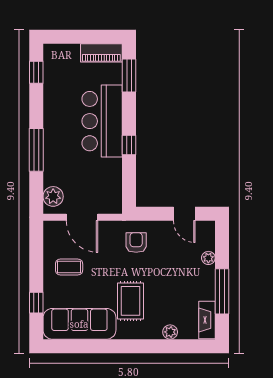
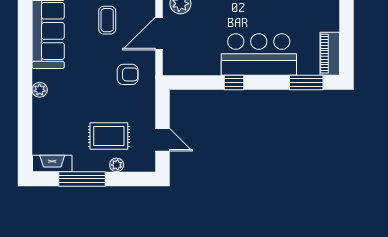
door: (184, 214) -> (163, 140), swing flipped
armchair: (136, 243) -> (128, 74), moved
rug: (131, 301) -> (109, 136), moved
plant: (170, 332) -> (40, 90), moved

